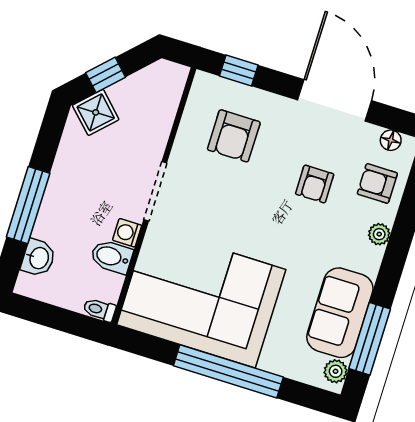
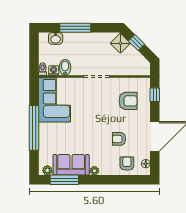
armchair: (234, 136) -> (128, 101), turned 180
washing machine: (127, 233) -> (54, 71), moved
plant: (379, 234) -> (94, 171), moved
corner sofa: (201, 297) -> (54, 100), width x0.73, depth x0.74

